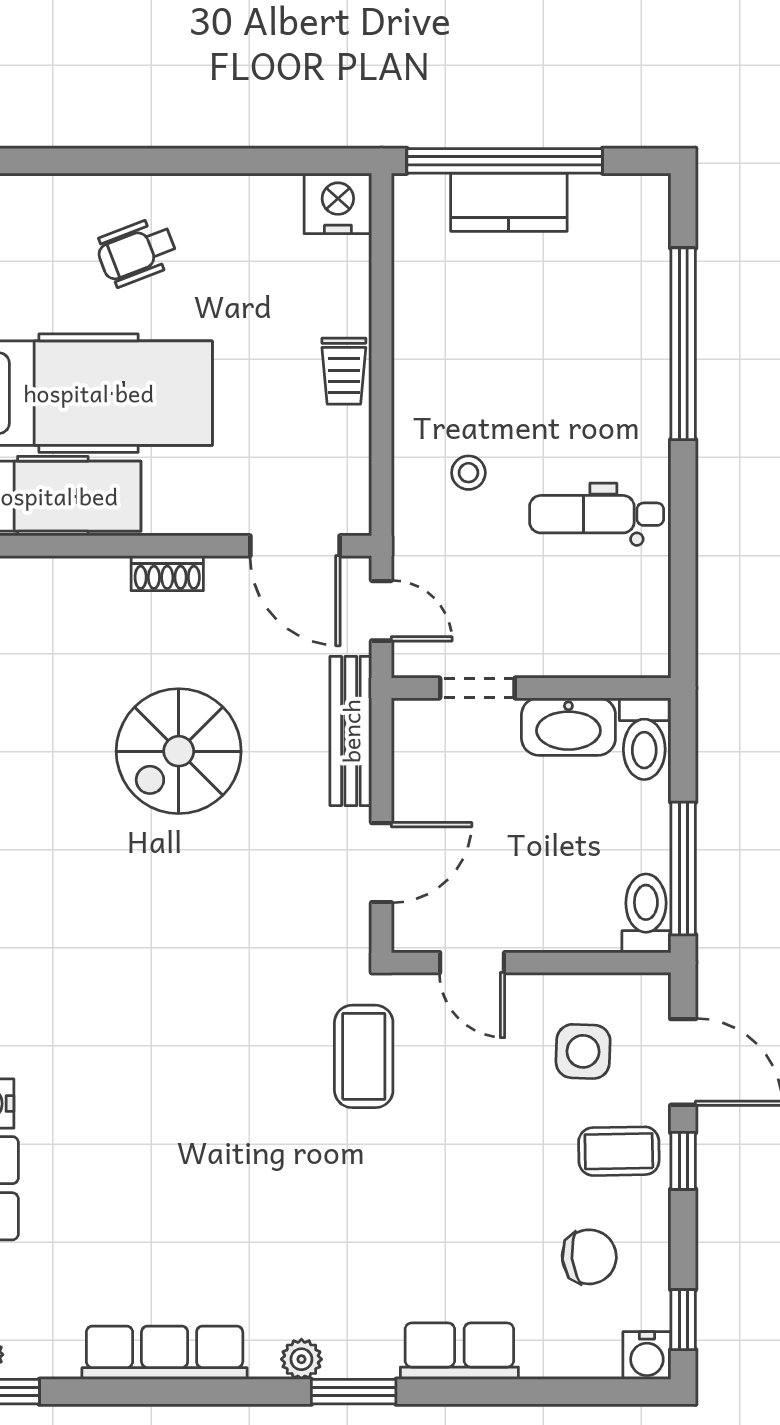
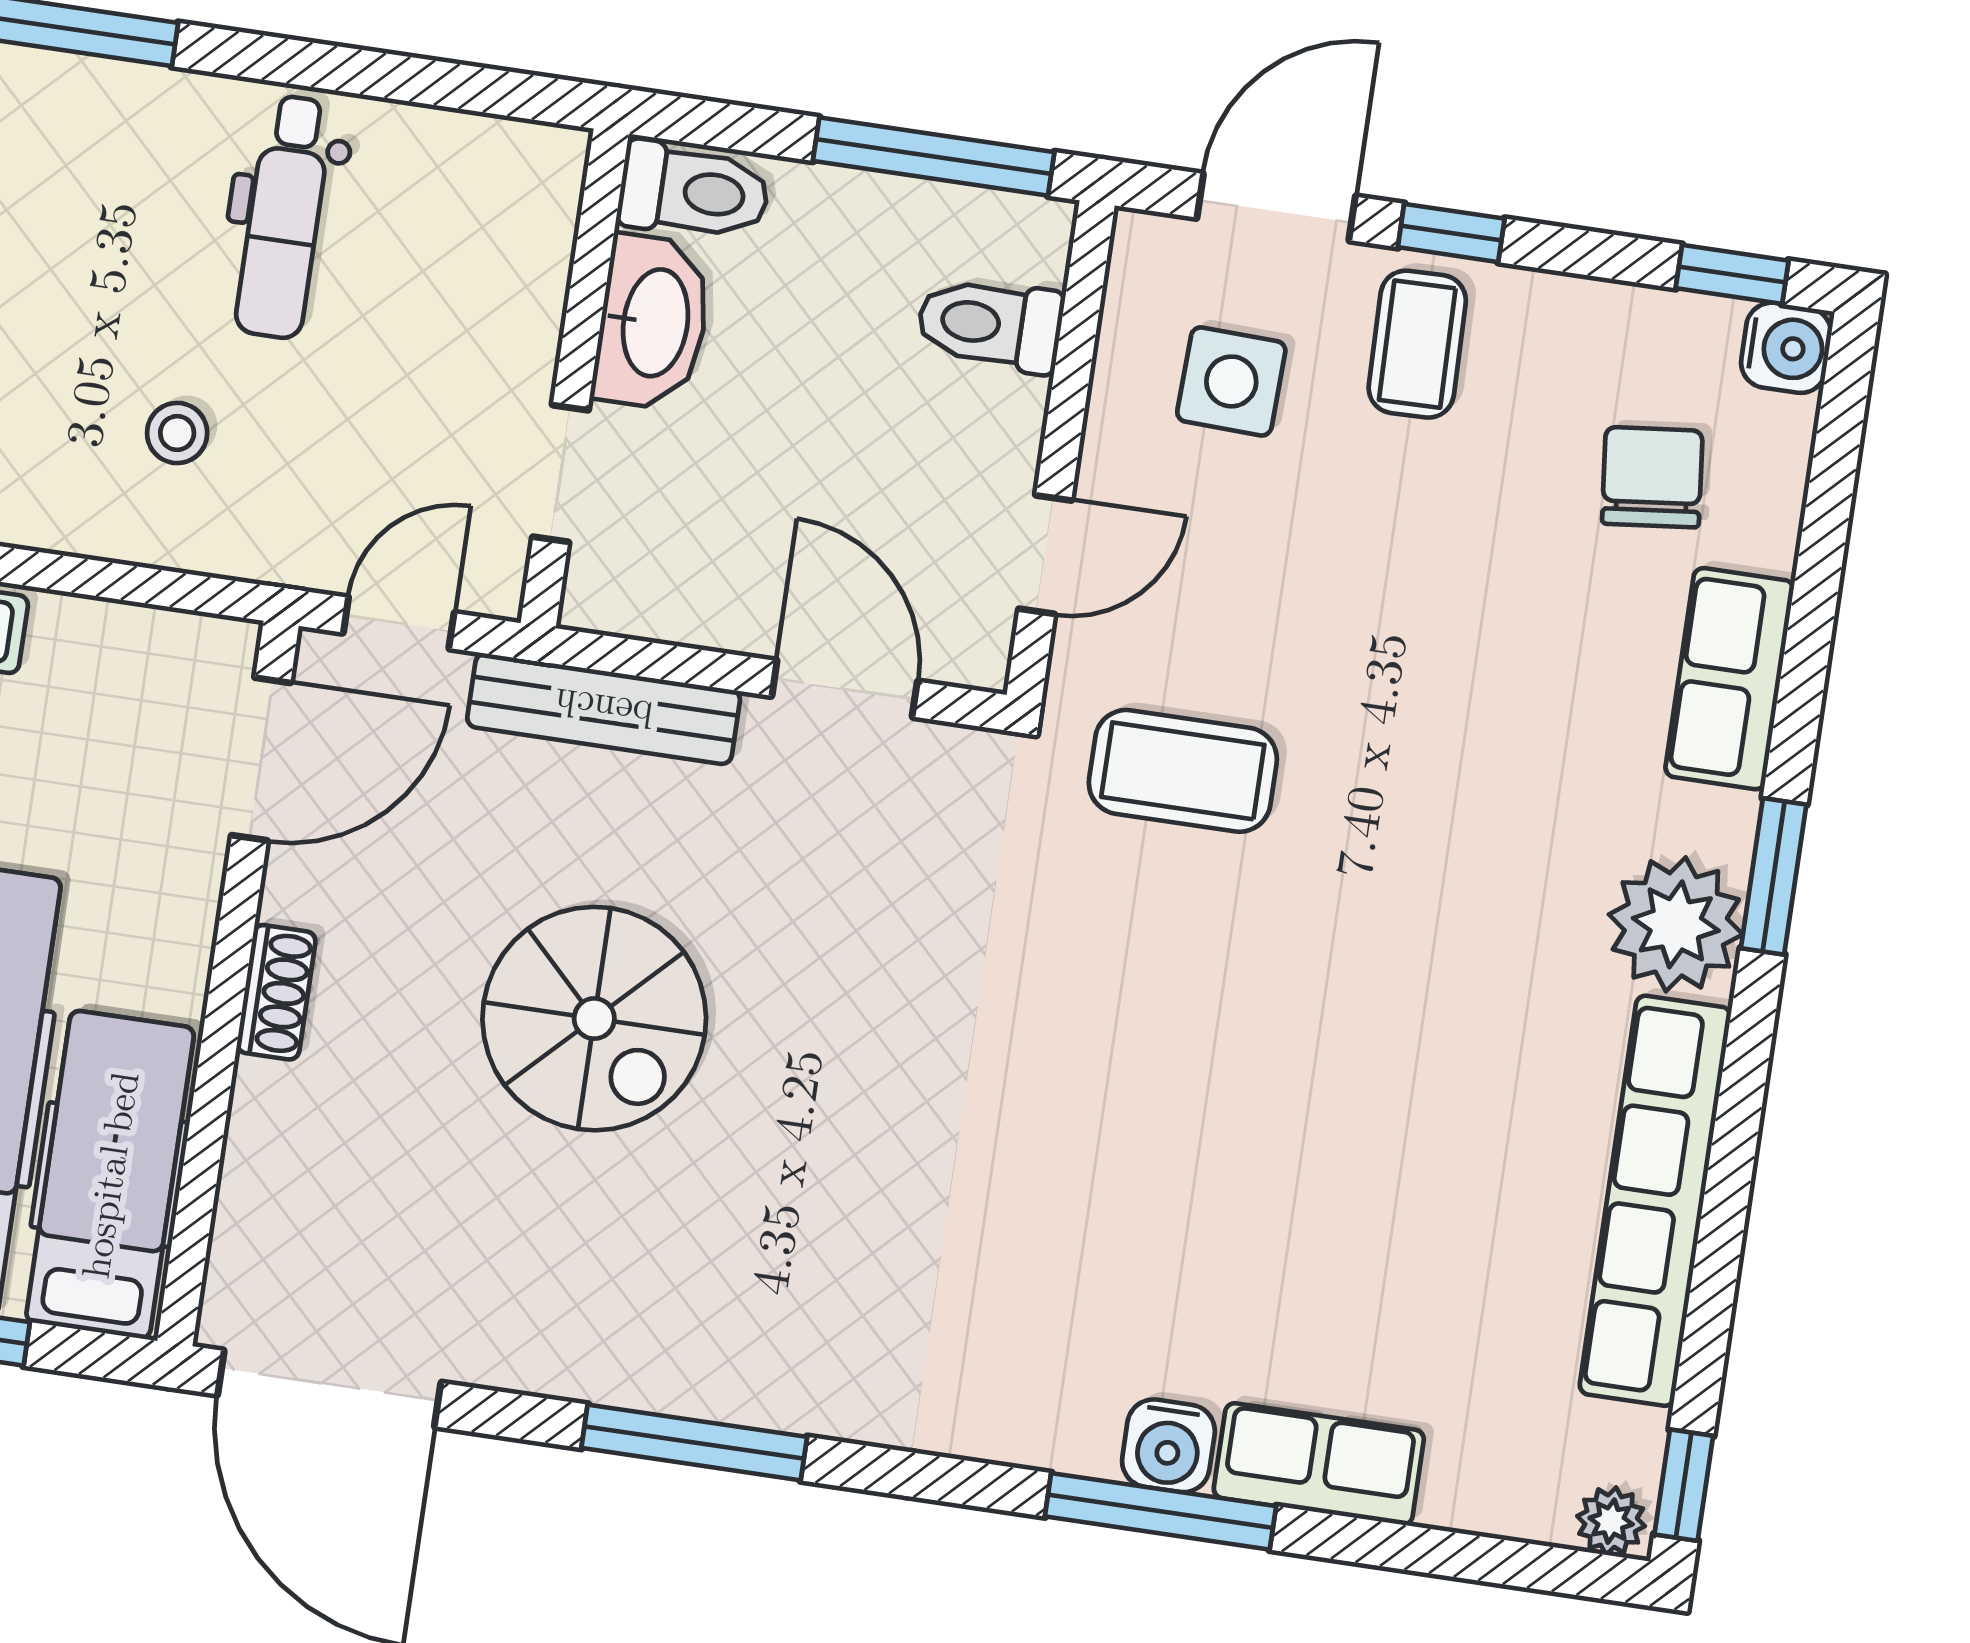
toilet: (646, 913) -> (990, 324), moved
chair: (589, 1257) -> (1652, 477), moved
row of seats: (165, 1353) -> (1655, 1201), width x1.36
plant: (301, 1359) -> (1676, 924), width x1.88, depth x1.88

